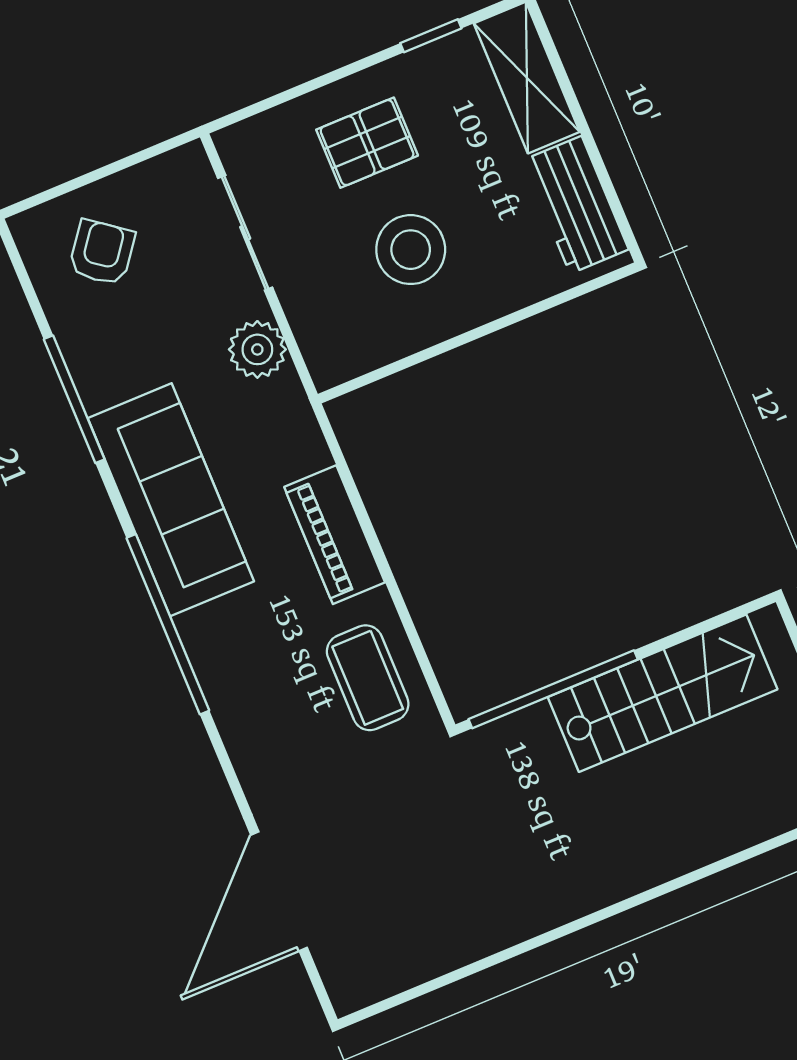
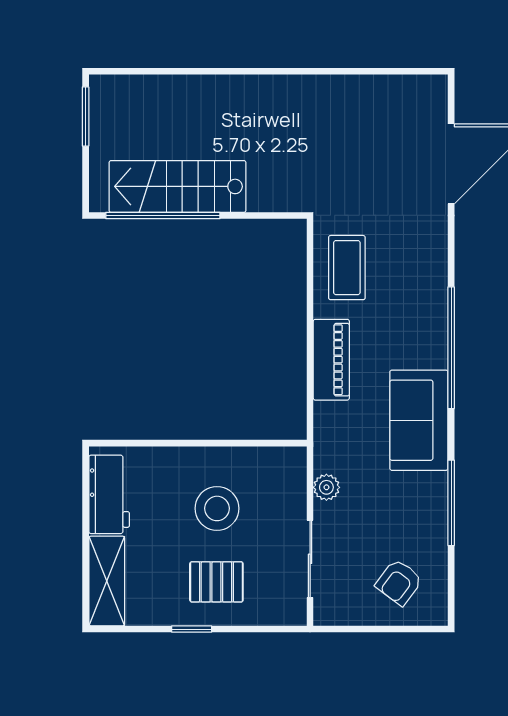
window: (431, 36) -> (192, 629), moved
plant: (257, 349) -> (326, 487), width x0.73, depth x0.73
sofa: (171, 500) -> (419, 420), width x0.73
window: (553, 689) -> (163, 215), moved

